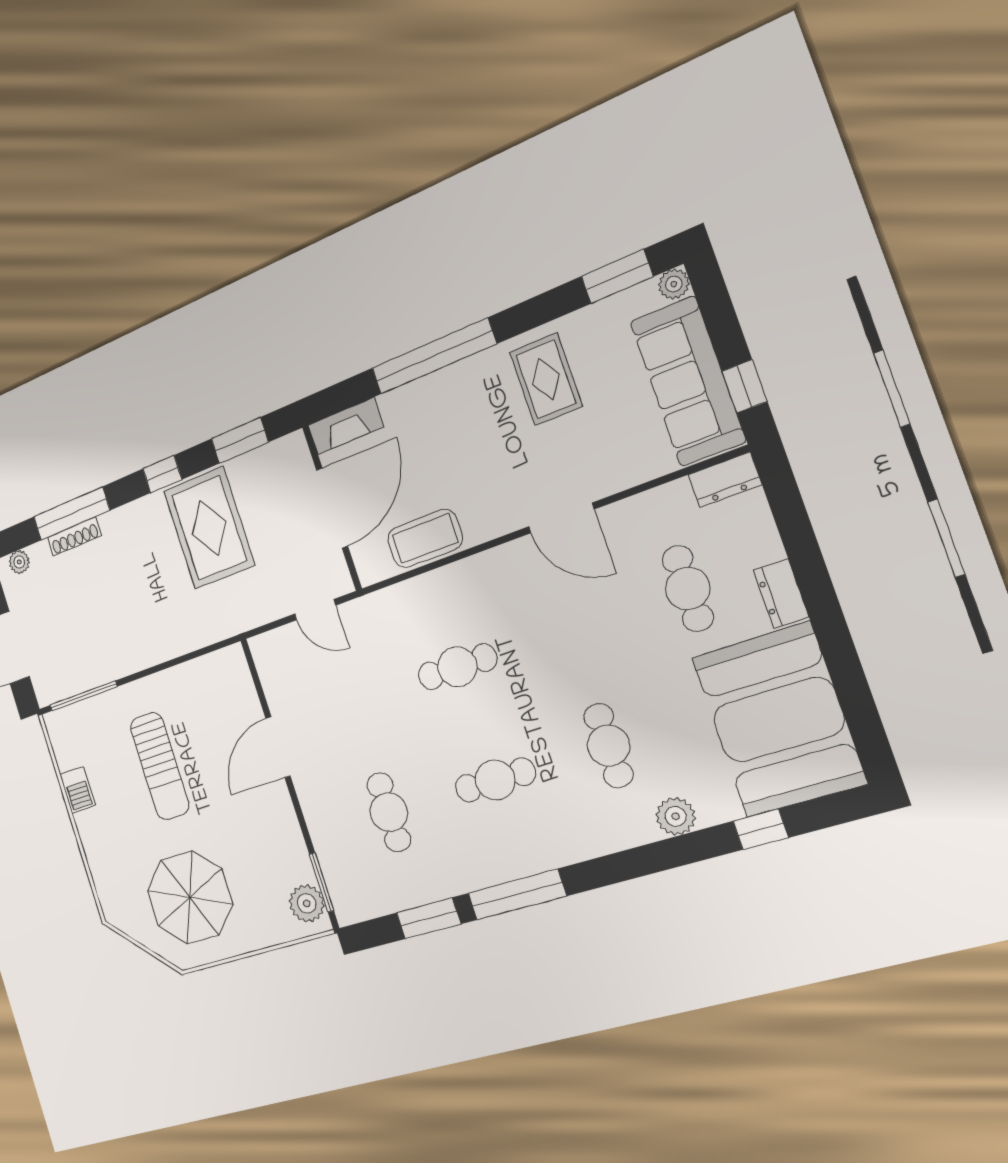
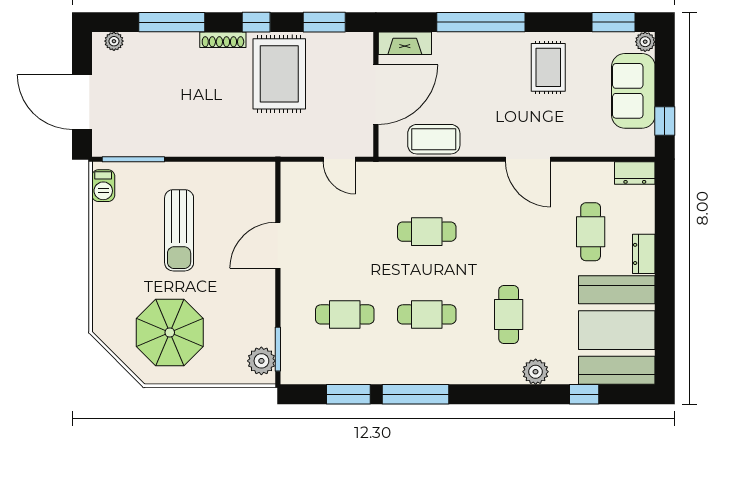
sofa: (688, 381) -> (633, 91), width x0.73
shoe rack: (74, 537) -> (223, 40), moved
barbecue: (78, 790) -> (103, 186), moved
cafe table: (389, 812) -> (345, 314), turned 90

